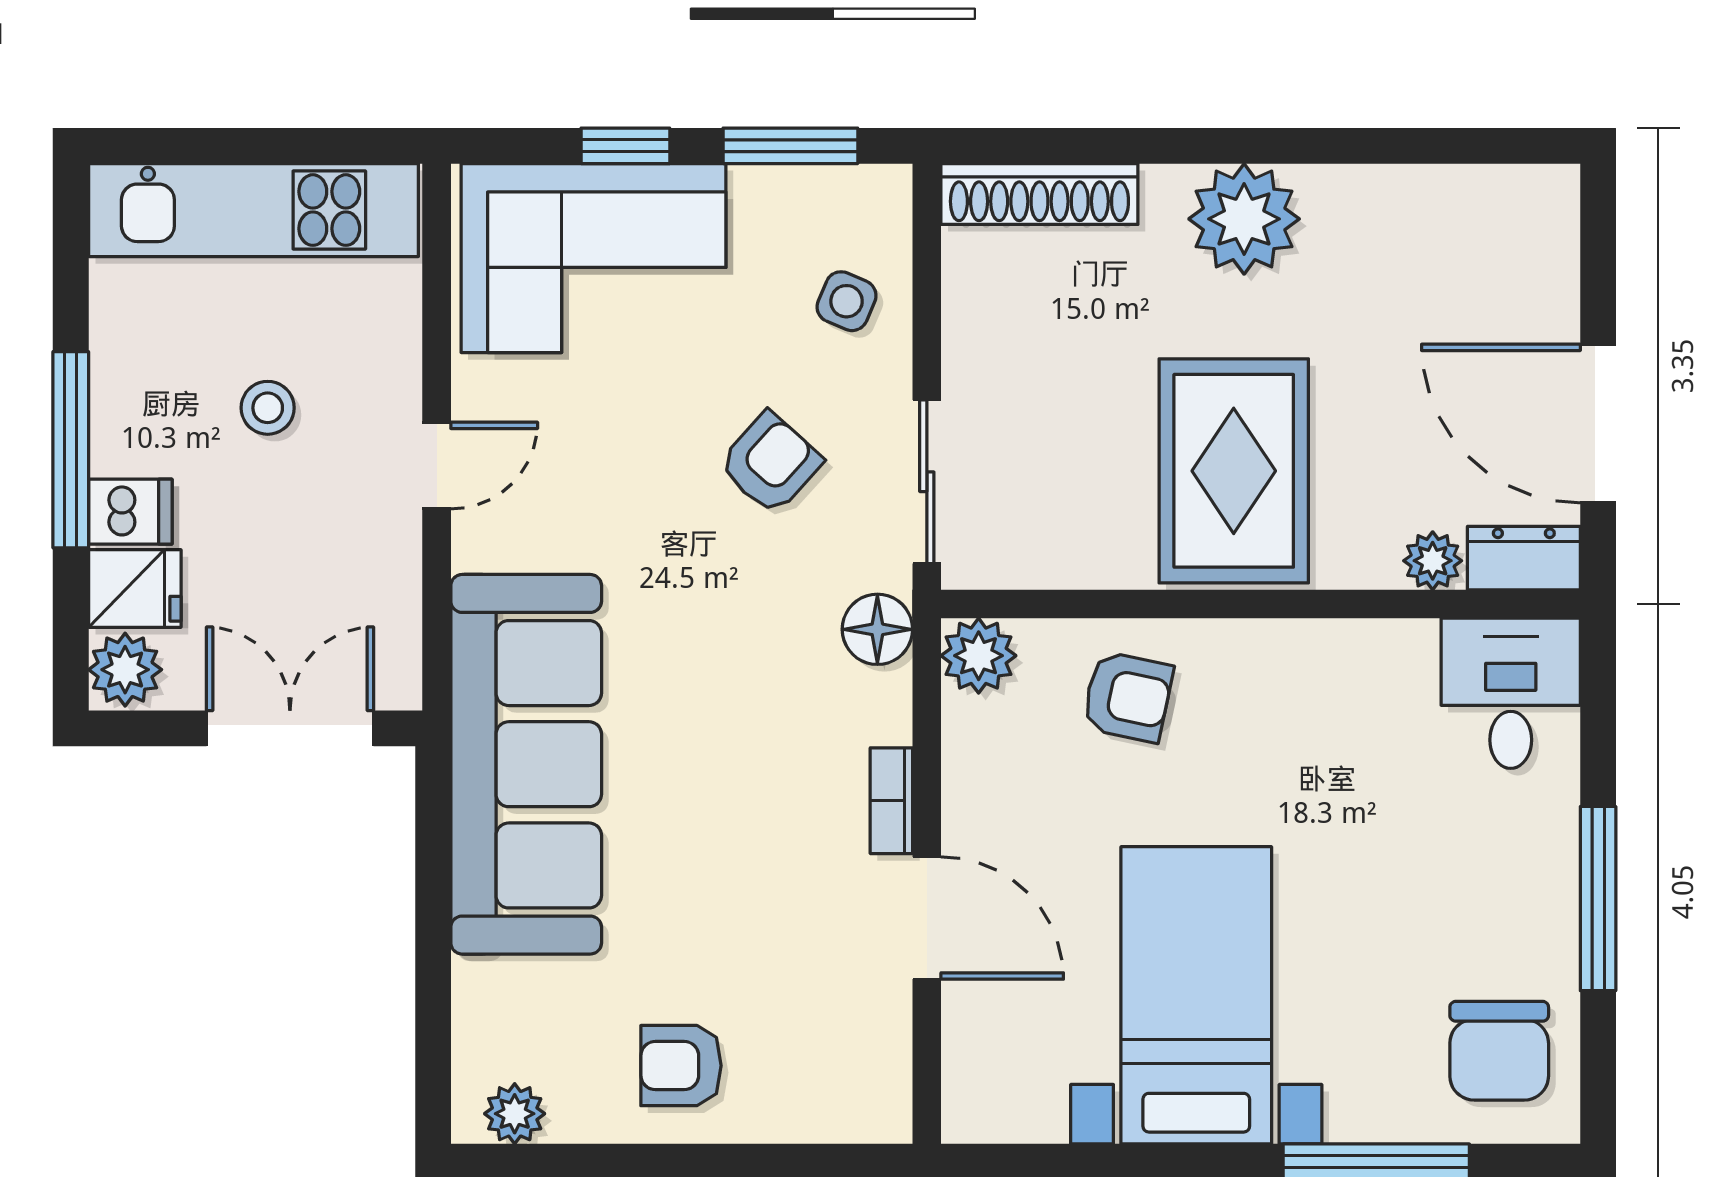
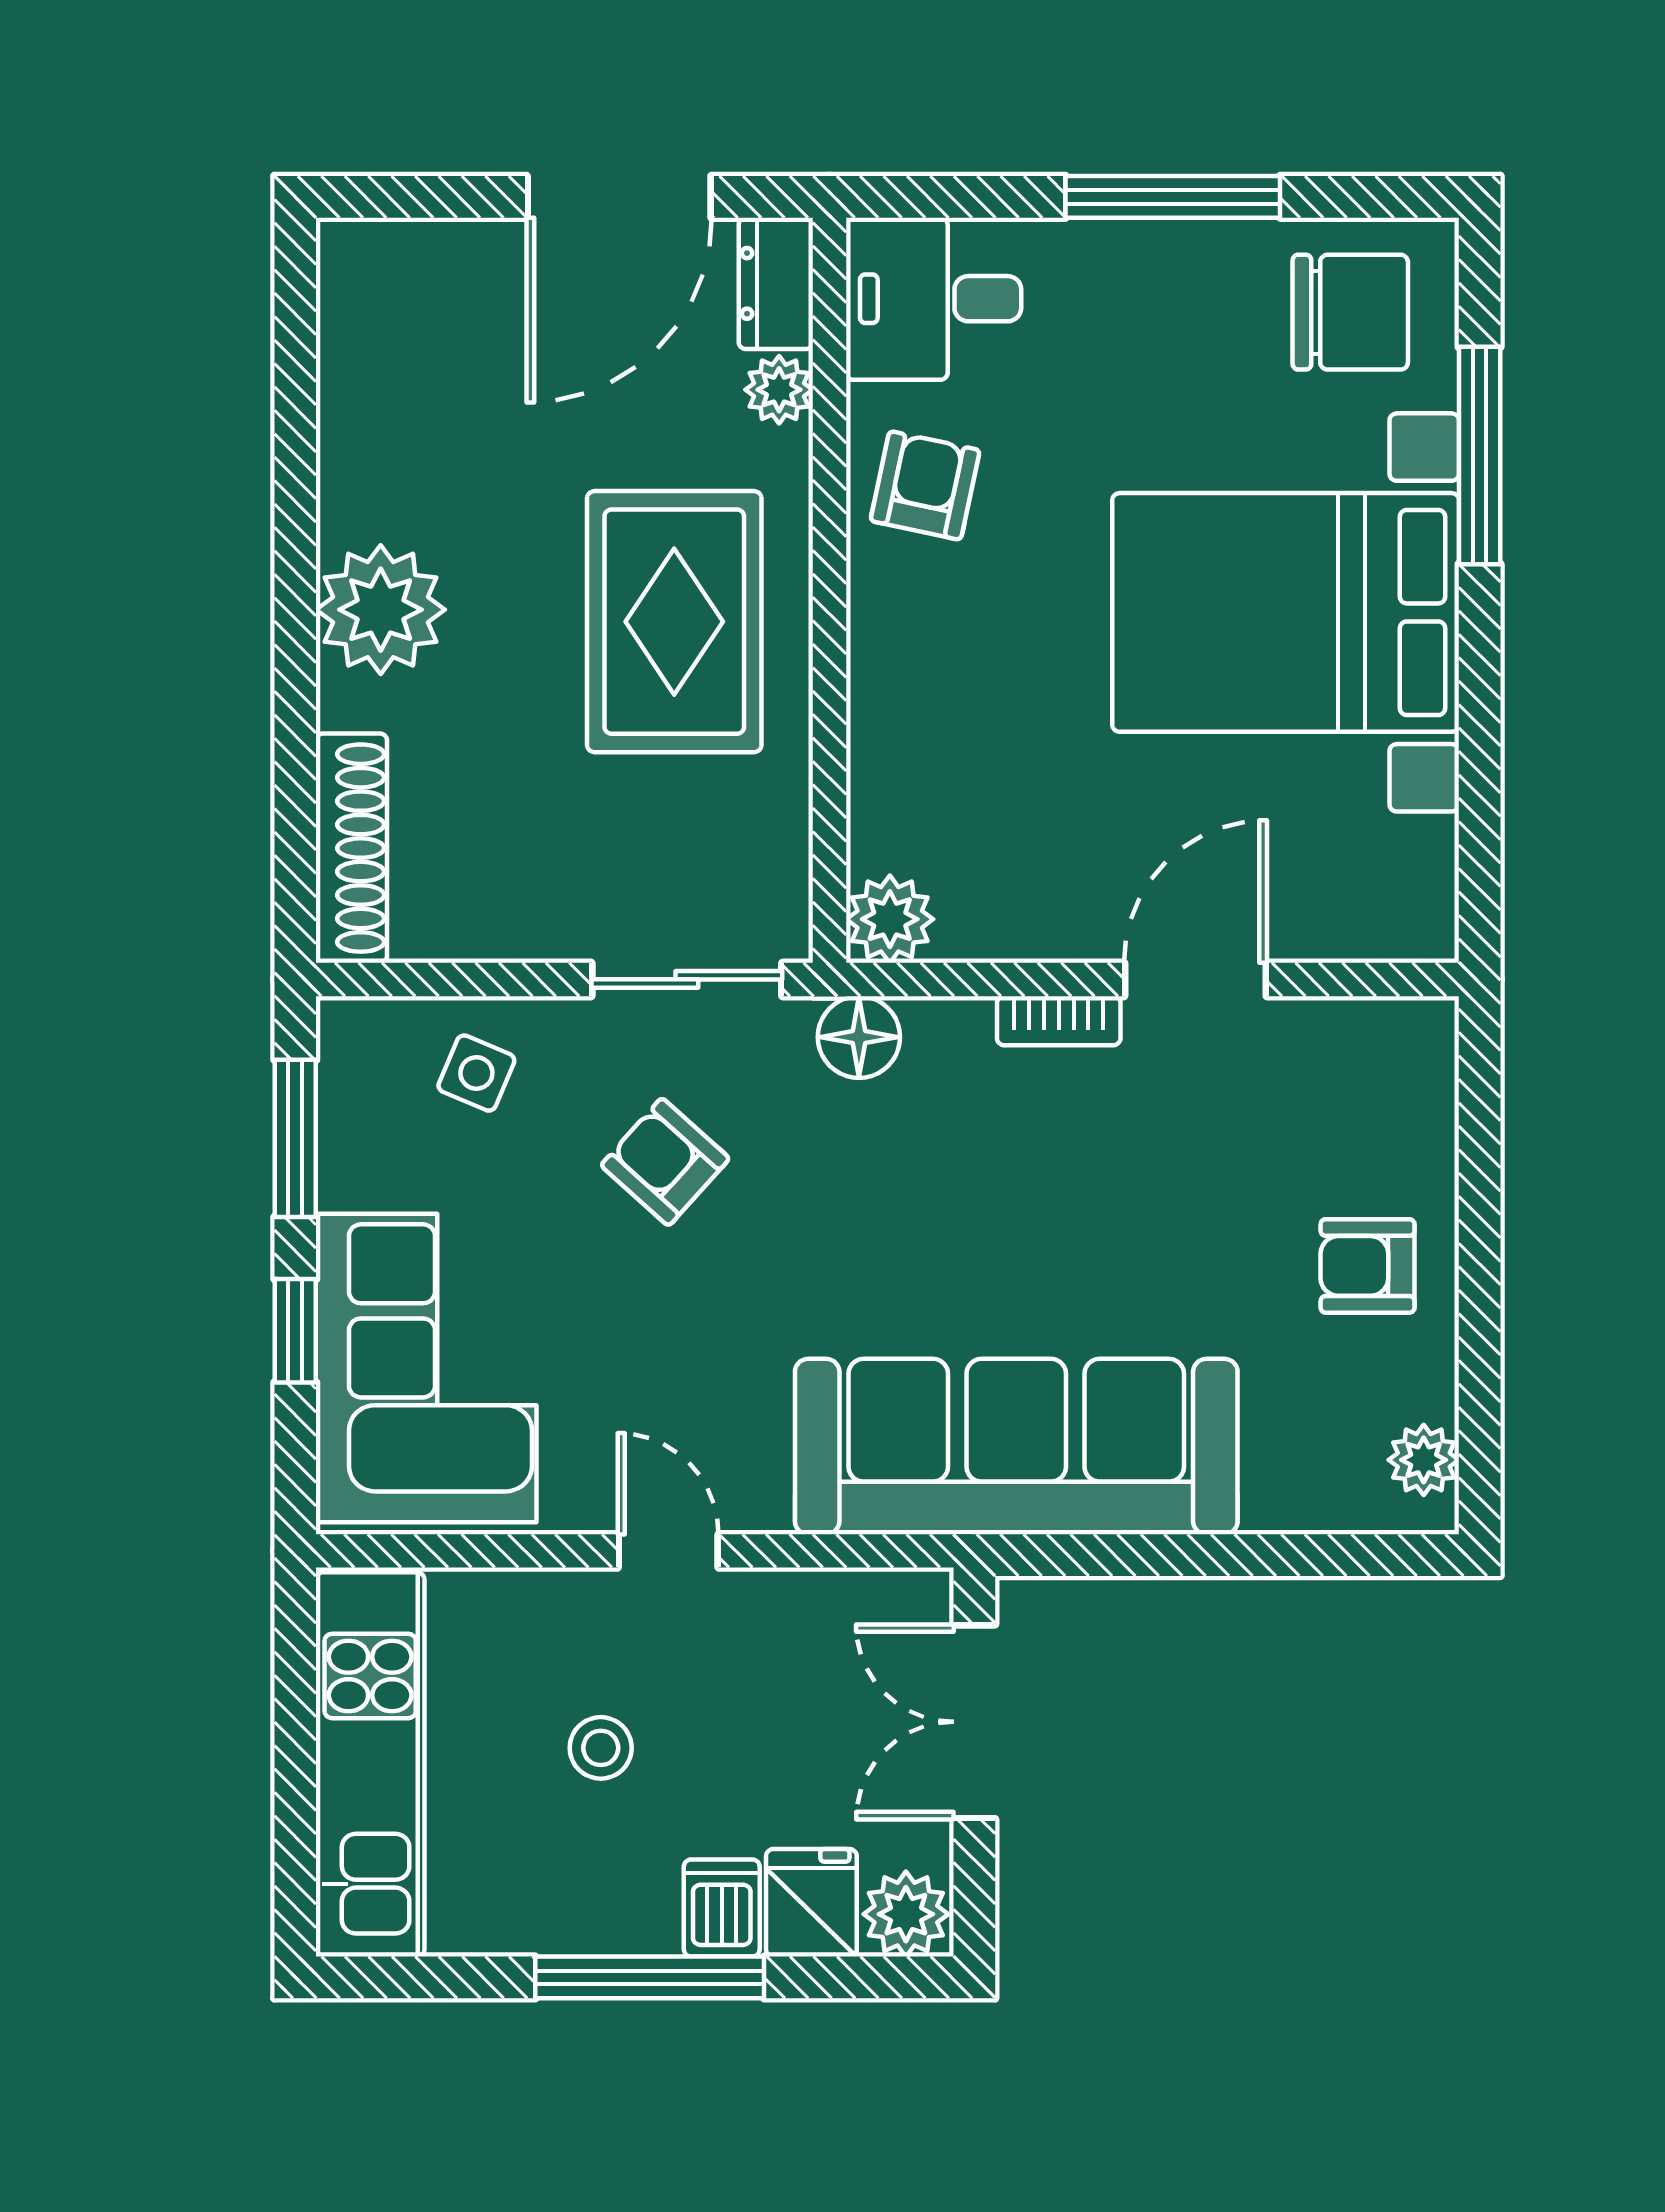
rug: (1234, 471) -> (674, 622), turned 90
armchair: (1128, 697) -> (925, 485), moved
bed with nightstands: (1196, 995) -> (1286, 612), width x1.36
armchair: (681, 1066) -> (1368, 1266), turned 90

